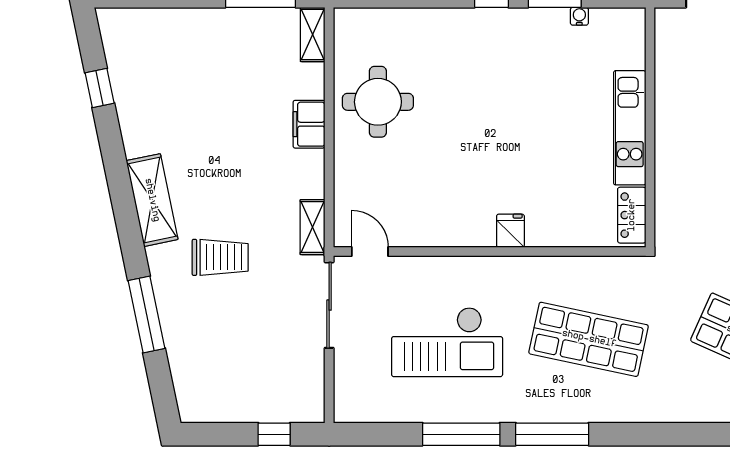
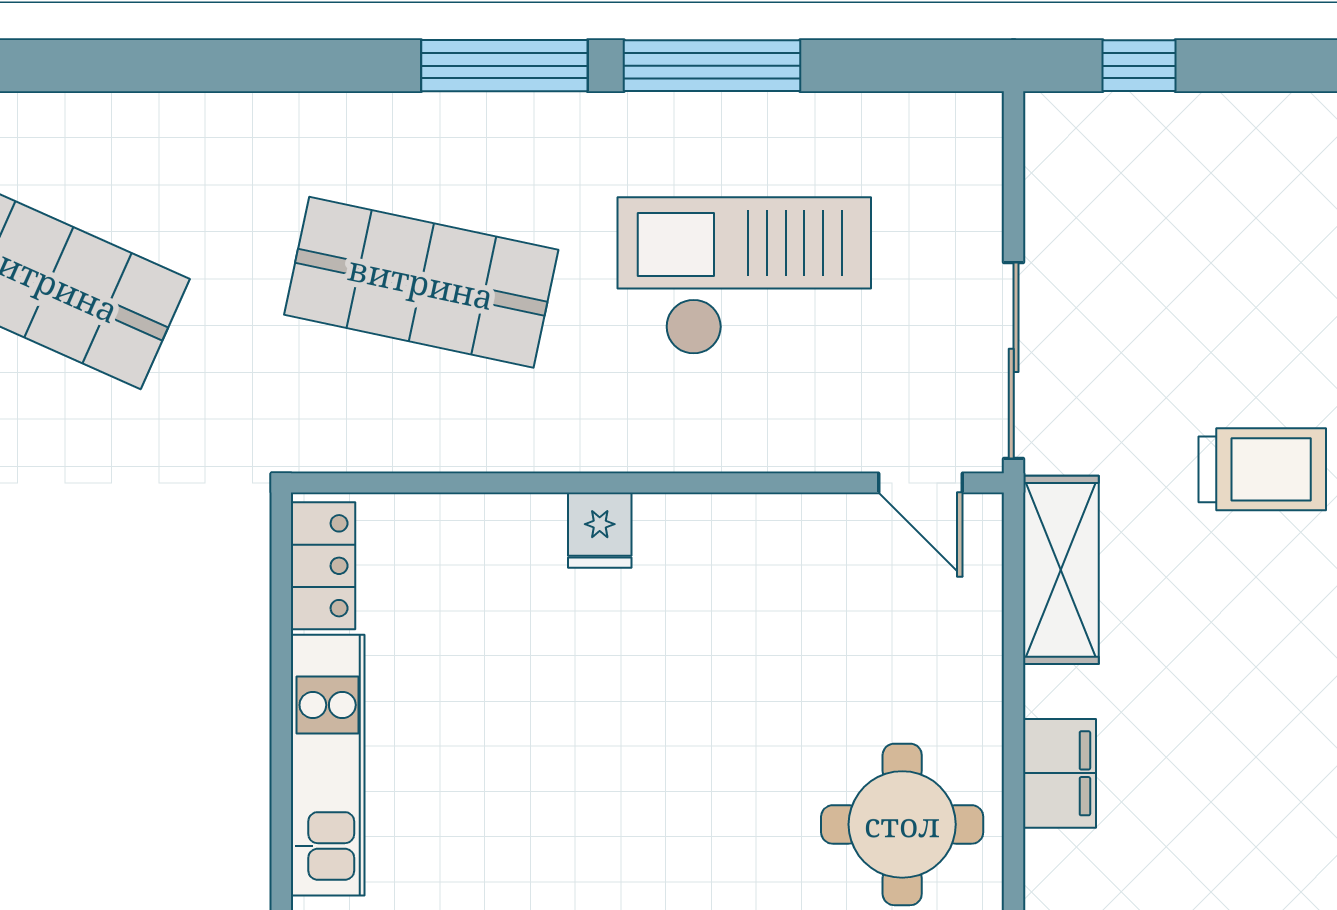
shelving: (313, 227) -> (1061, 570), width x1.50, depth x1.33
trolley: (220, 257) -> (1262, 469), turned 180

